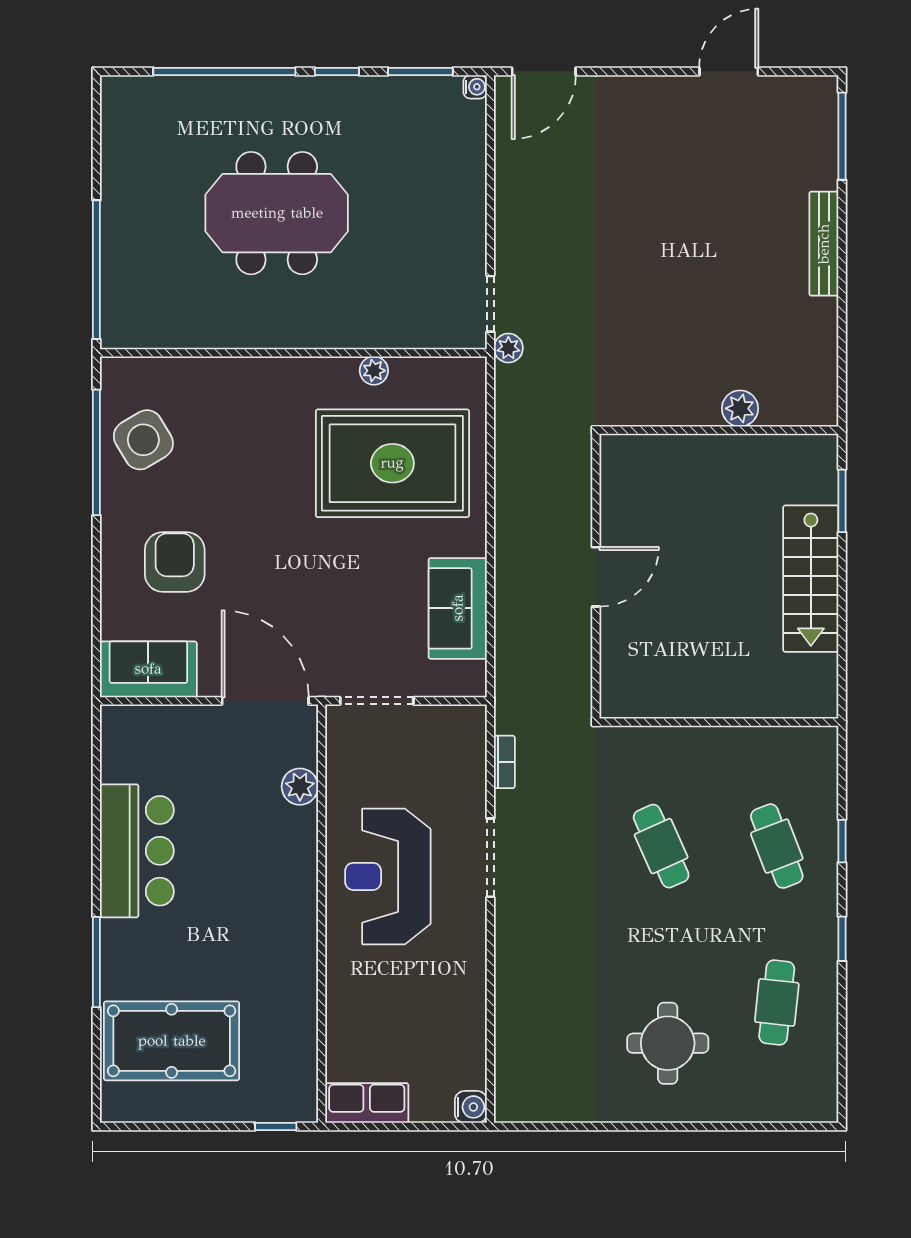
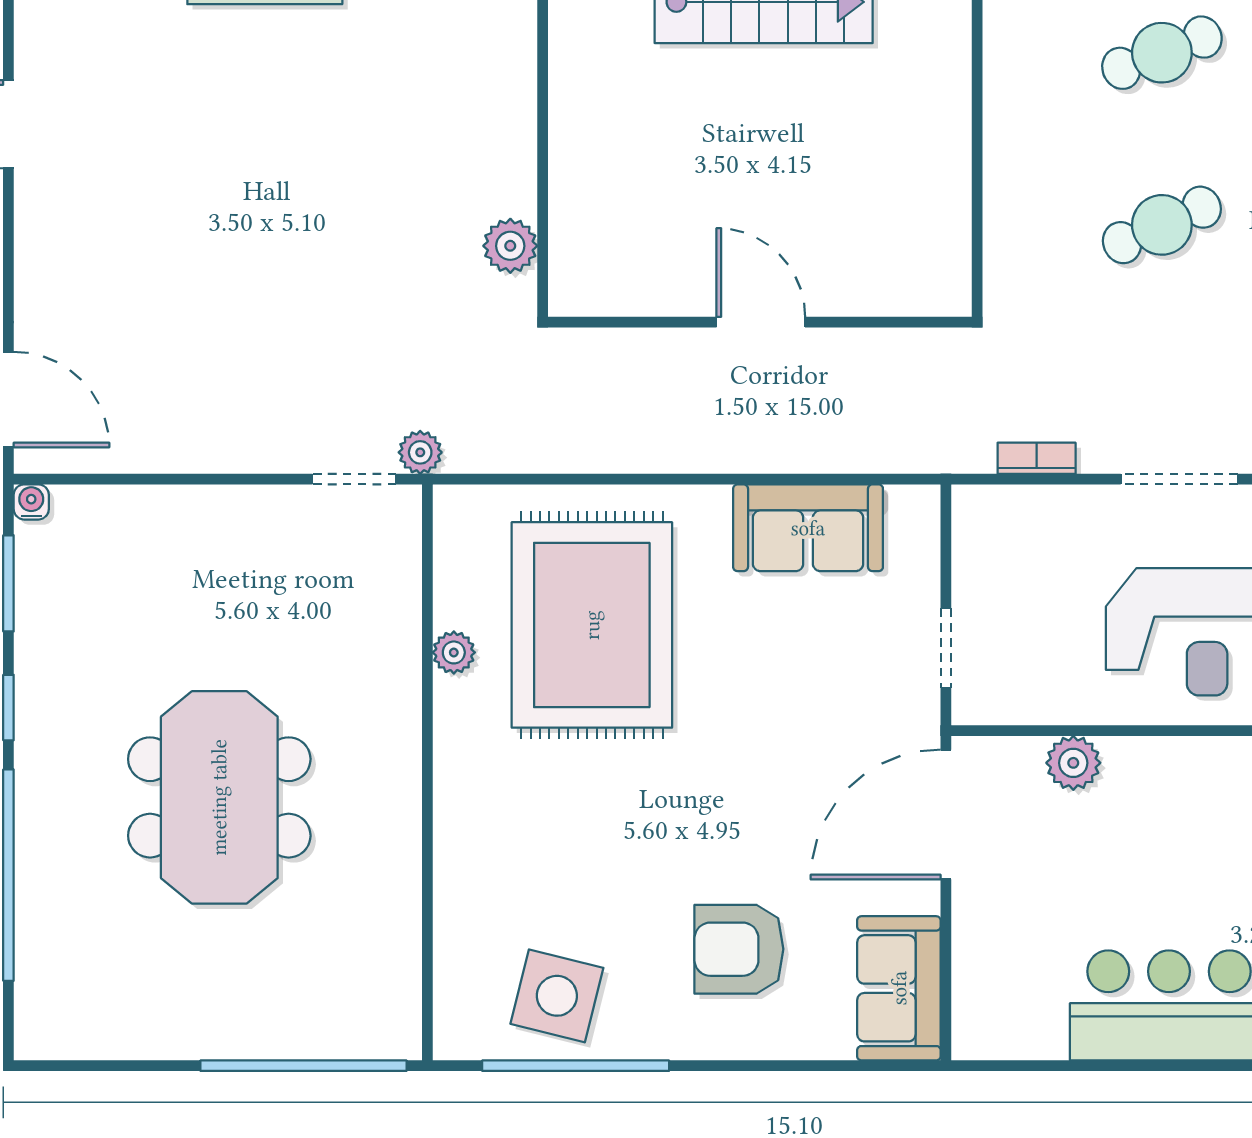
plant: (740, 408) -> (510, 246), moved
side table: (143, 440) -> (557, 996), turned 45
doorway: (377, 701) -> (946, 648), width x0.73

